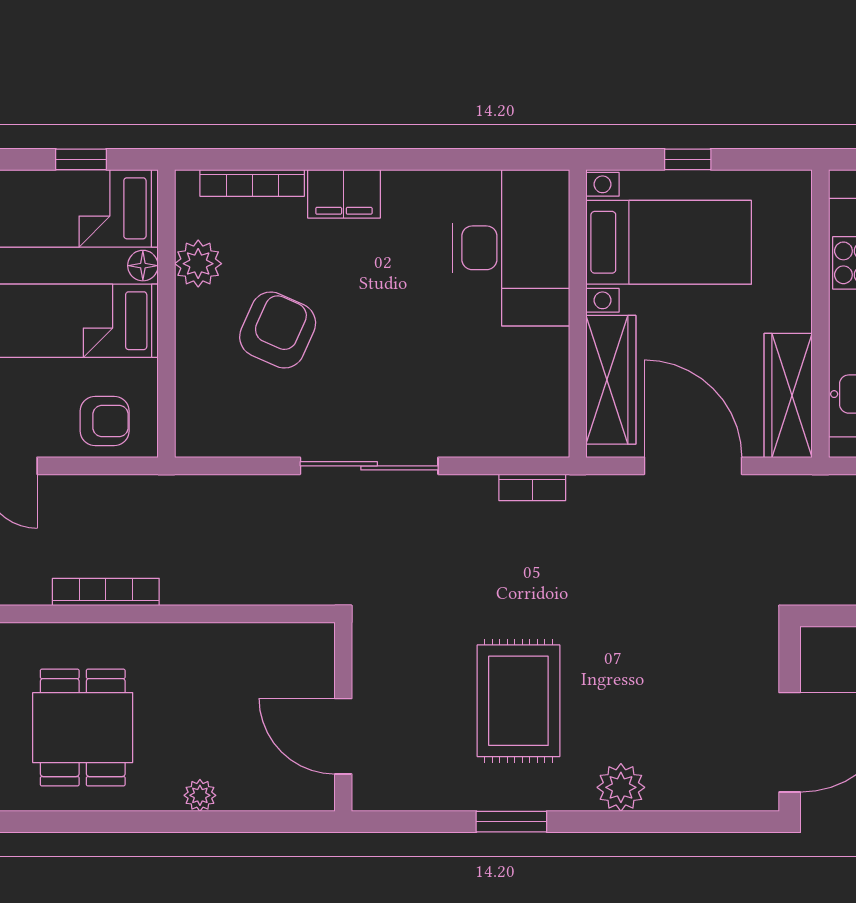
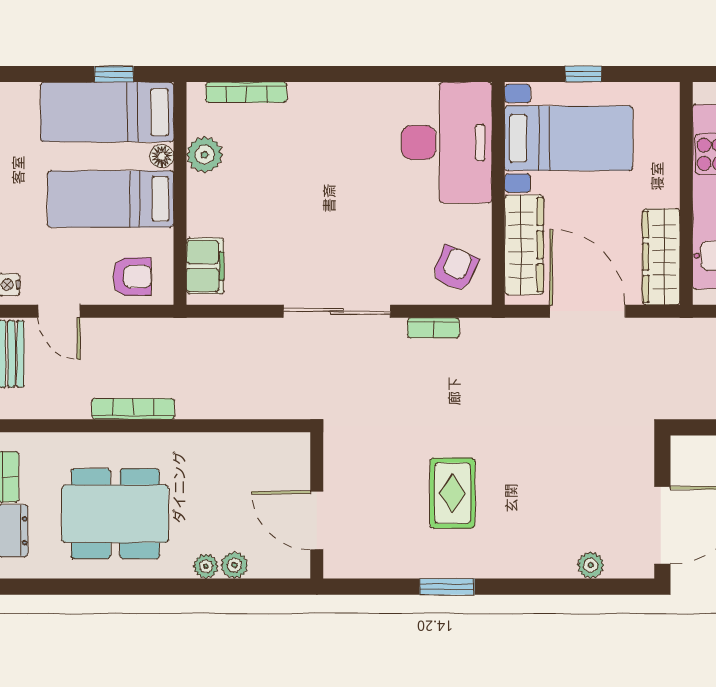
filing cabinet: (344, 194) -> (205, 266), moved, turned -90
armchair: (278, 330) -> (455, 269), moved, width x0.72, depth x0.72
bookcase: (532, 487) -> (433, 328), moved
rug: (518, 701) -> (452, 493), width x0.73, depth x0.70
dining table: (83, 728) -> (115, 514), width x1.37
plant: (621, 787) -> (591, 565), moved, width x0.73, depth x0.73
plant: (237, 794) -> (234, 565), added

